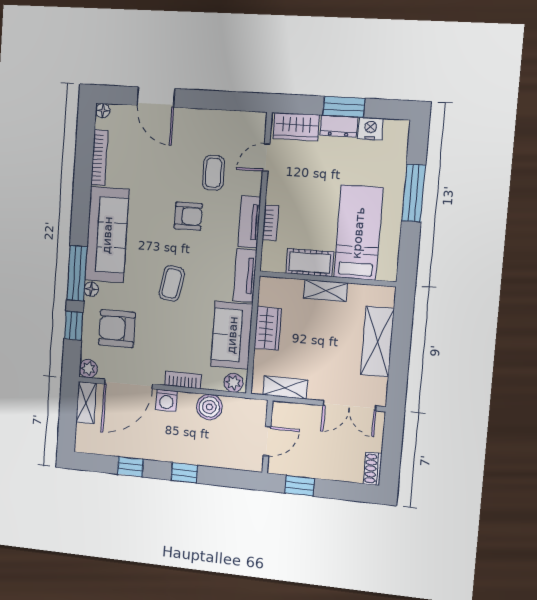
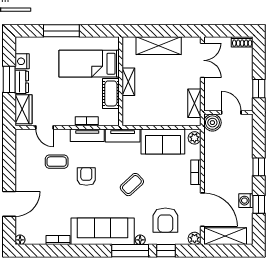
bookcase: (99, 158) -> (58, 240), width x0.64
coffee table: (172, 283) -> (132, 185), turned -53
wardrobe: (268, 328) -> (156, 118), removed
washing machine: (166, 400) -> (246, 201), moved, turned 180
shelving: (86, 403) -> (225, 236), width x1.50, depth x1.33
boiler: (209, 407) -> (212, 123), moved

